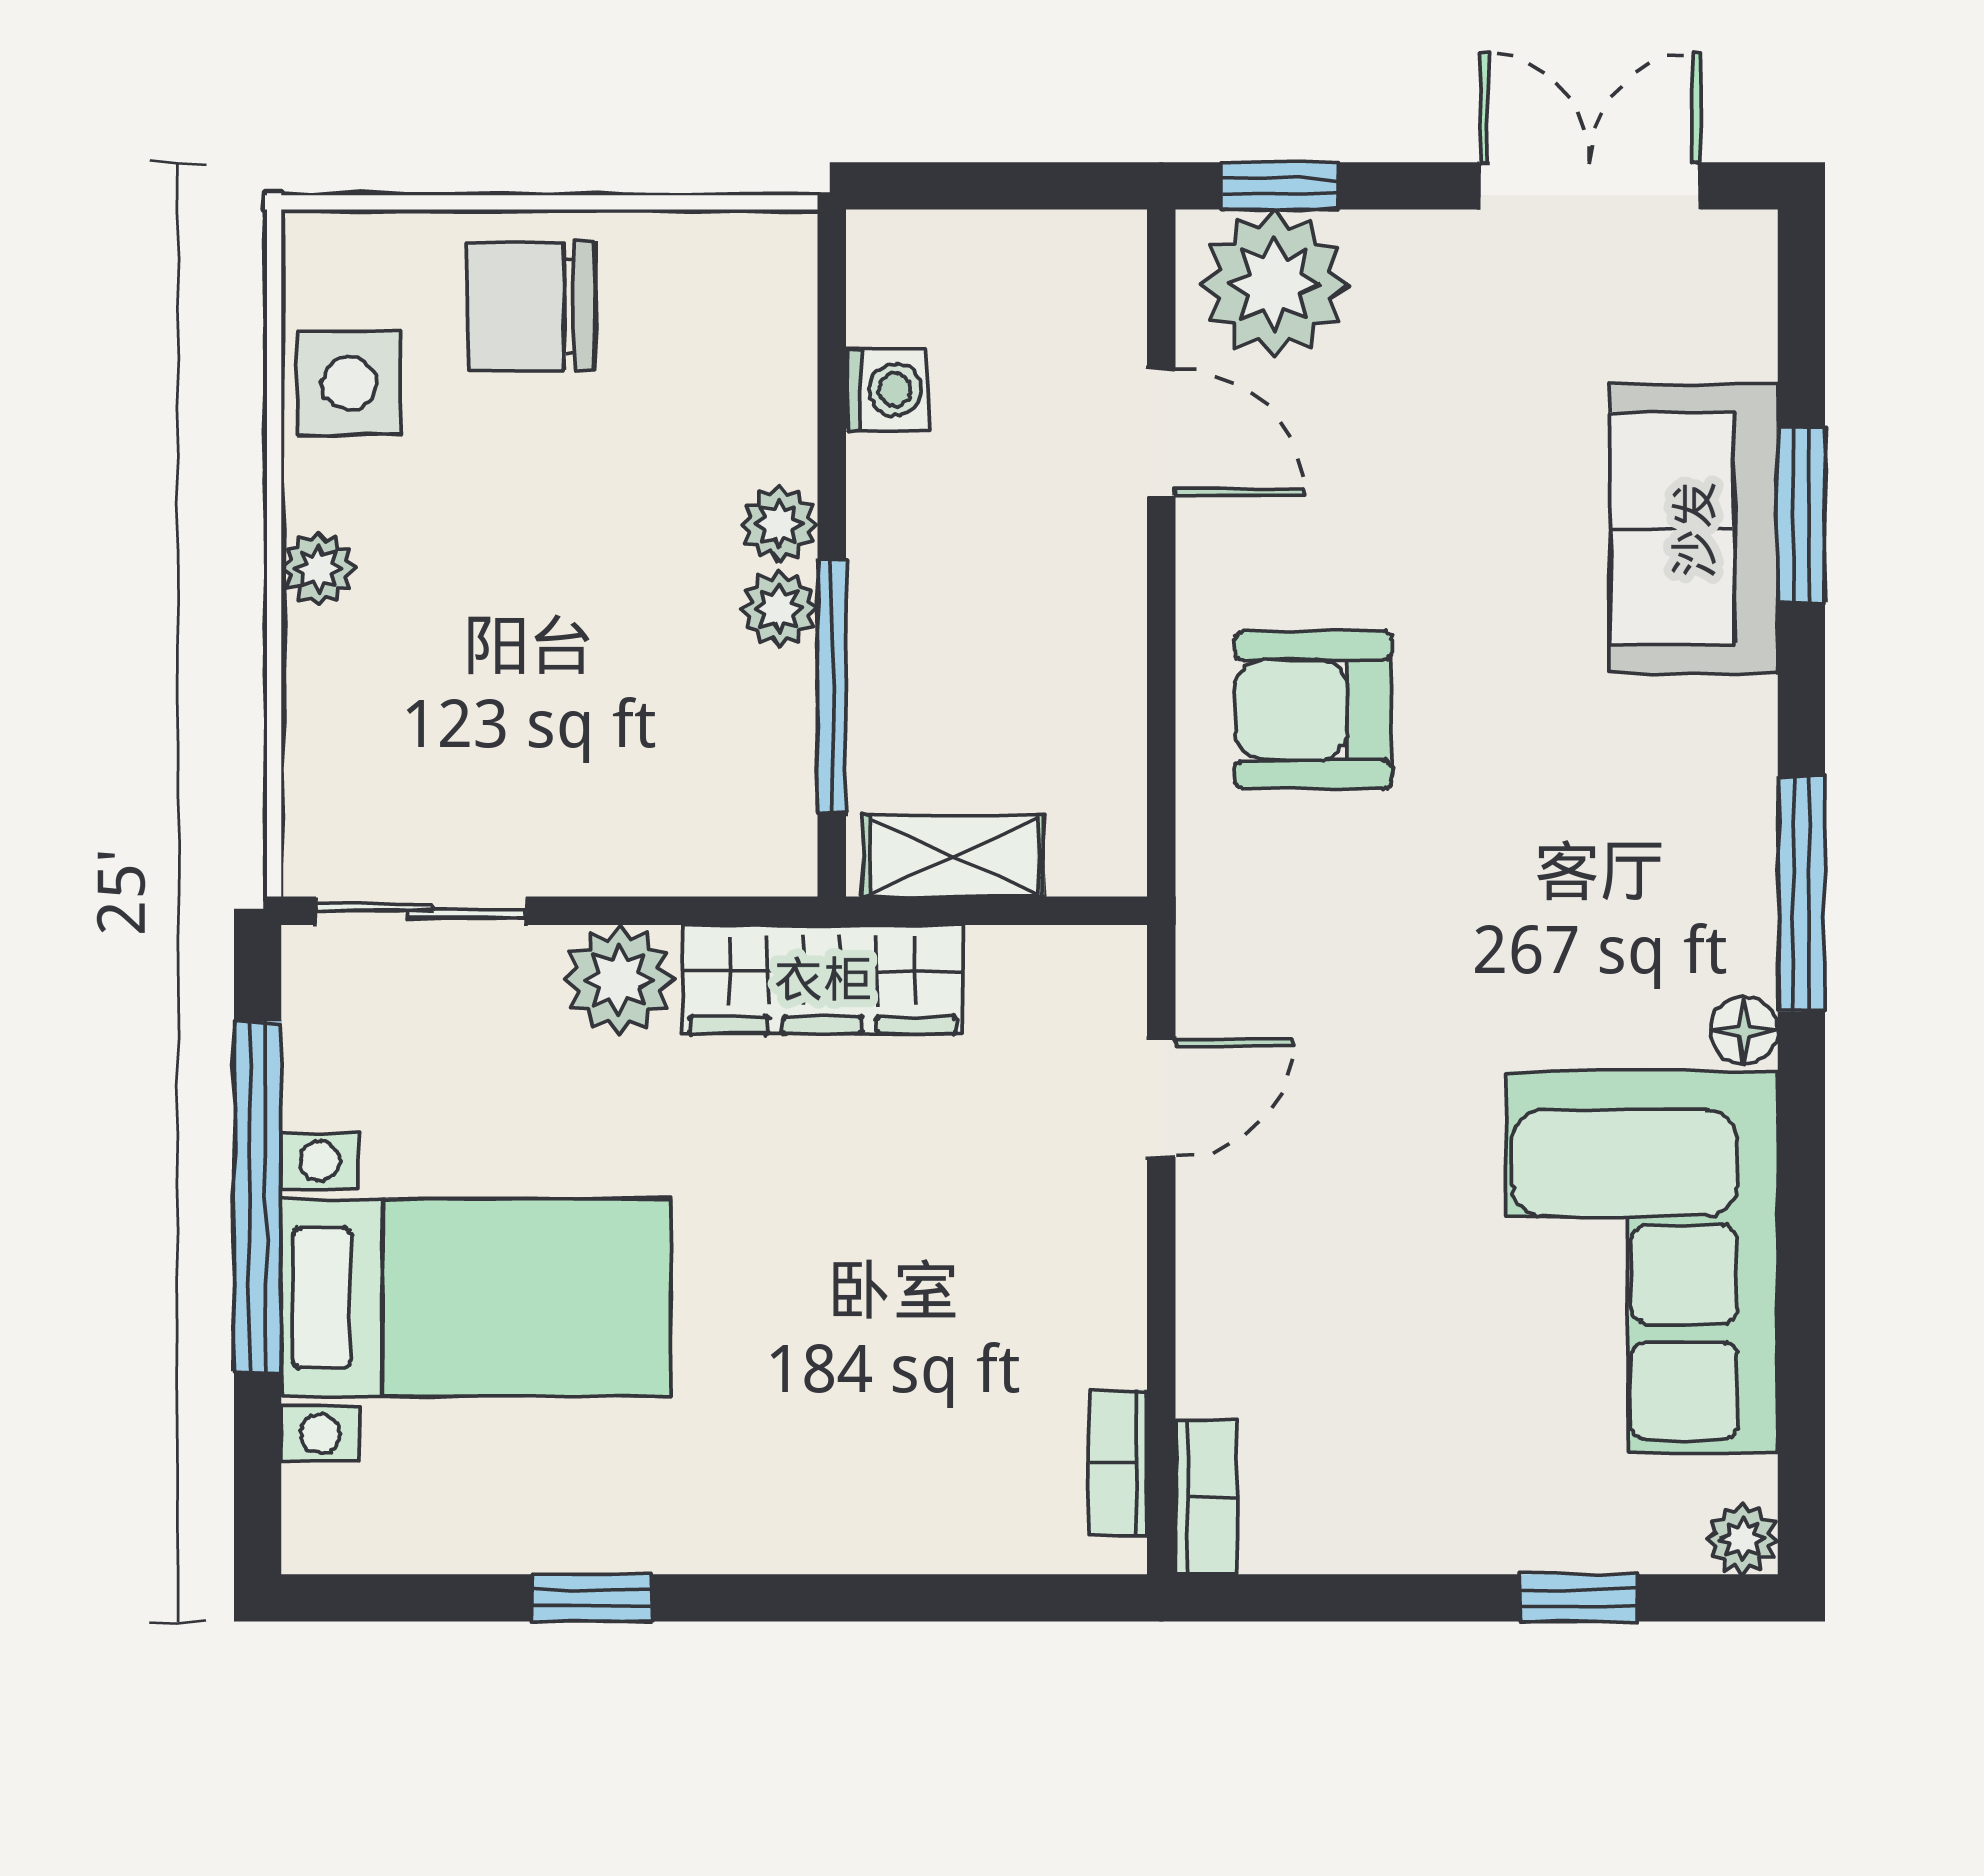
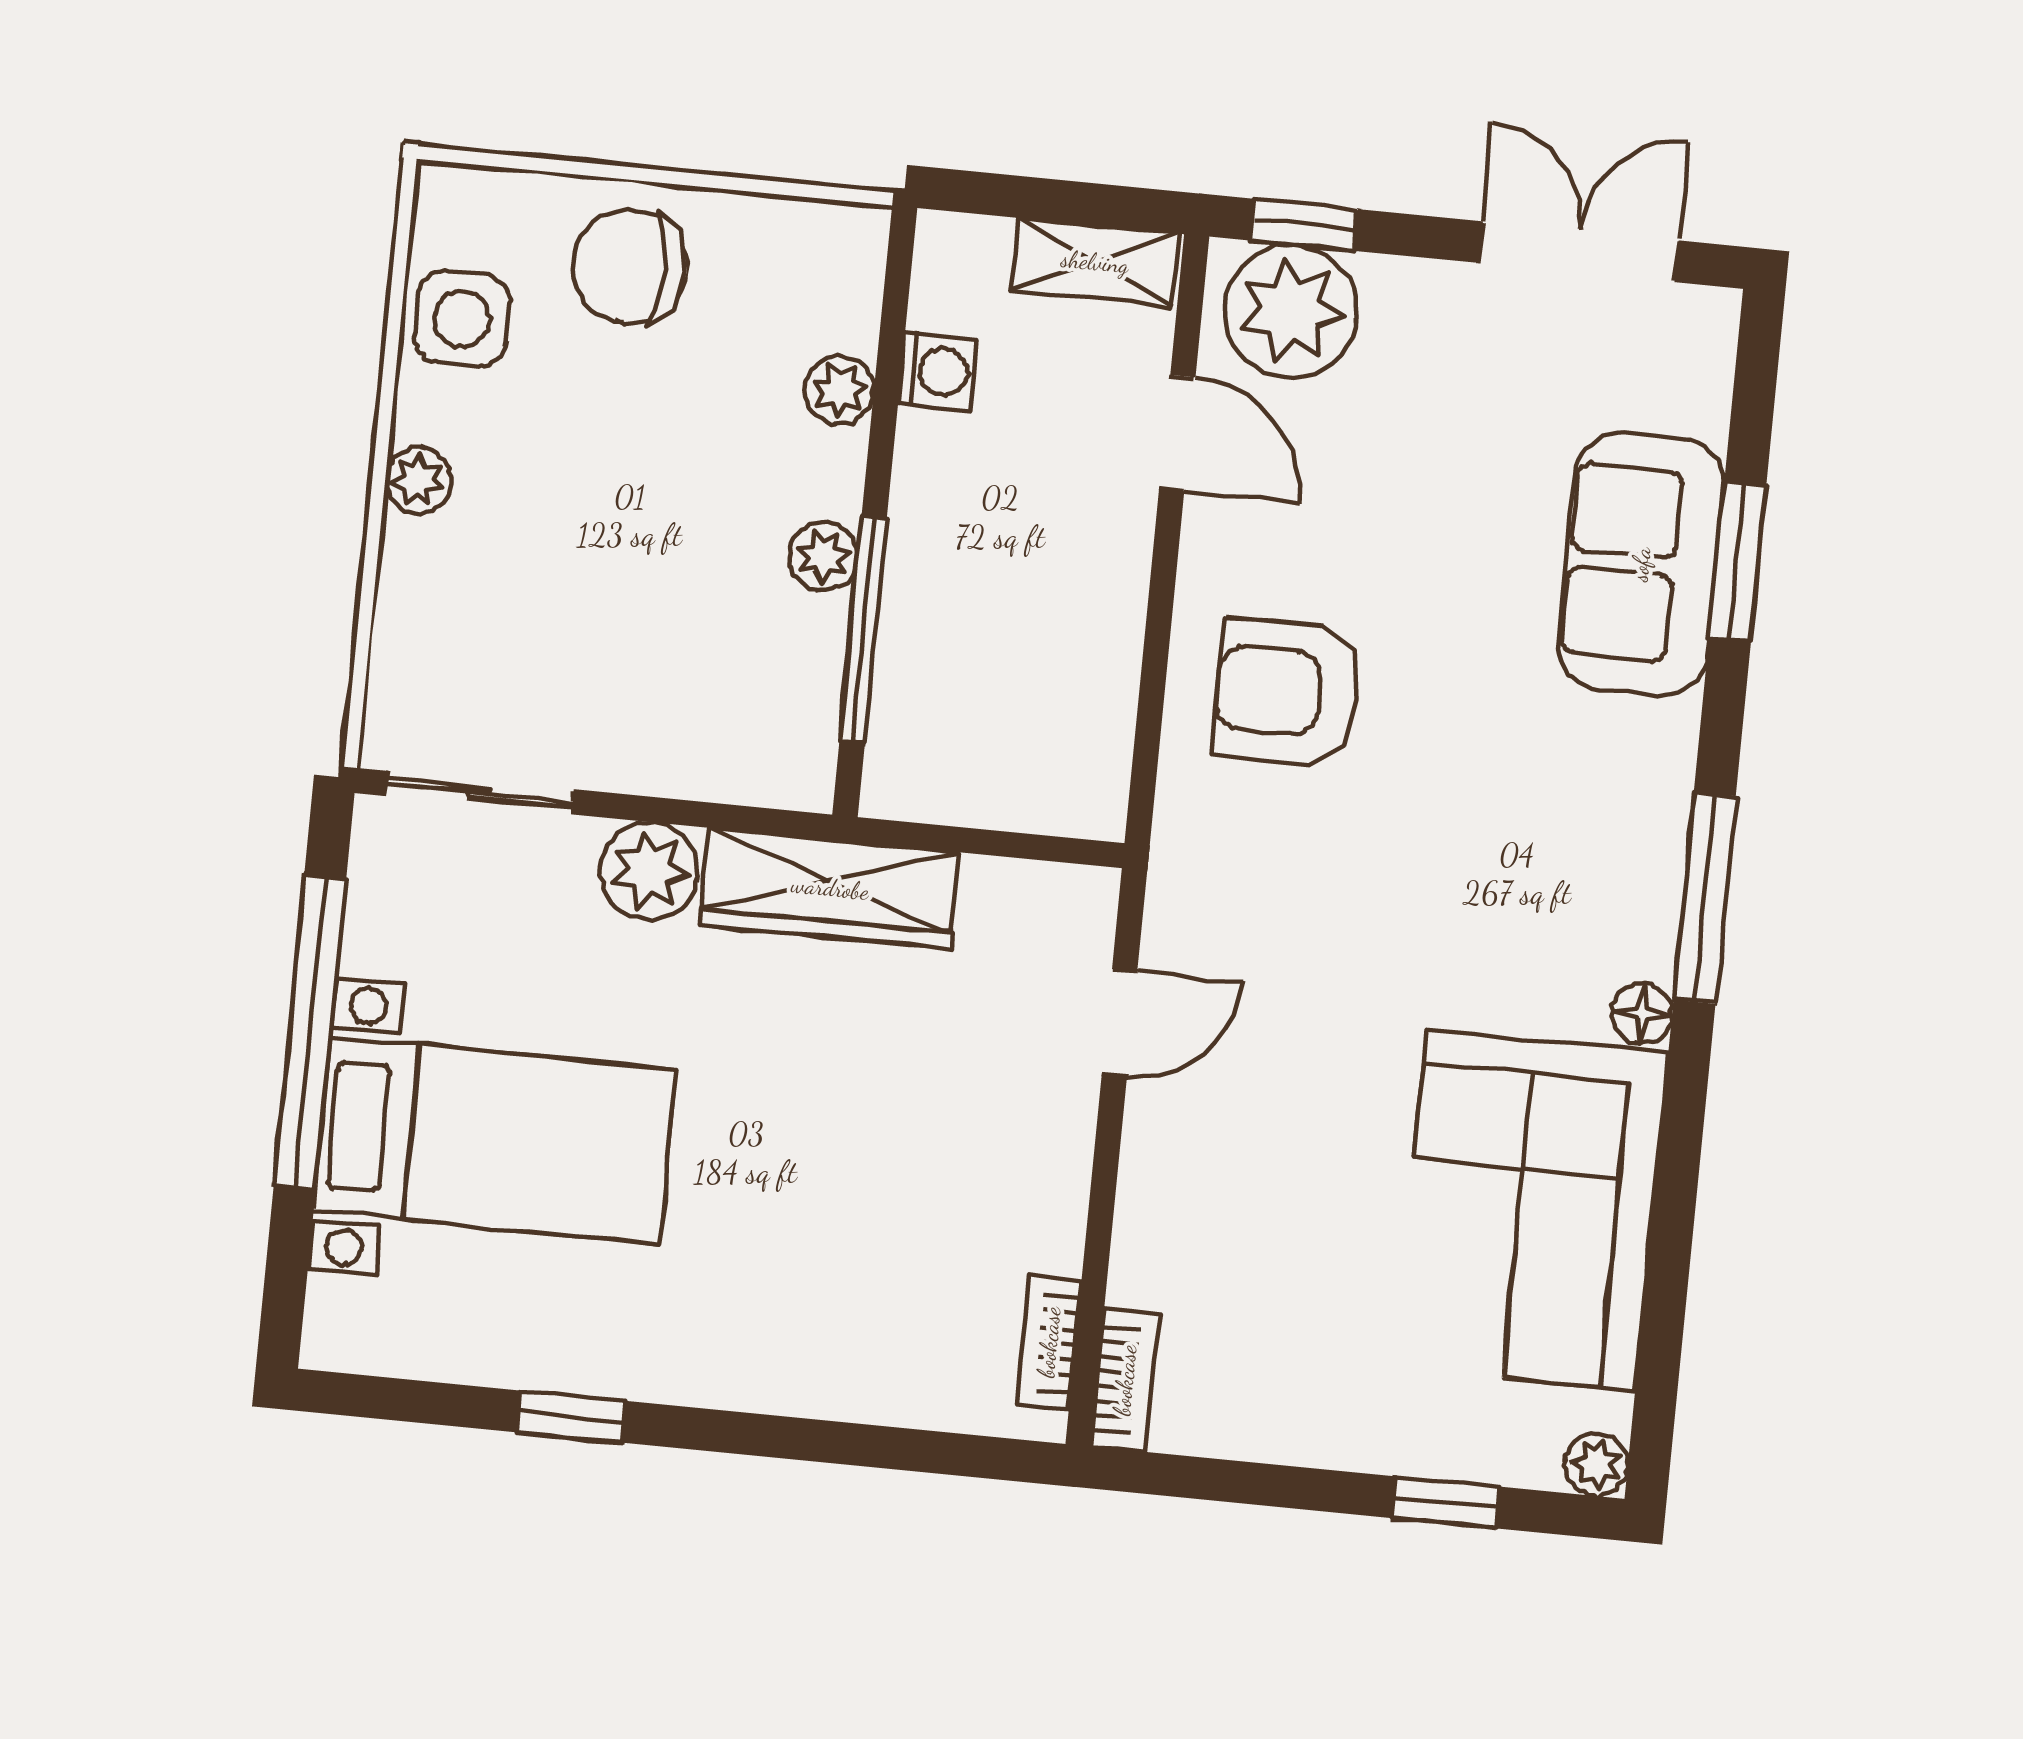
plant: (779, 524) -> (839, 390), moved
shelving: (953, 856) -> (1095, 262), moved

